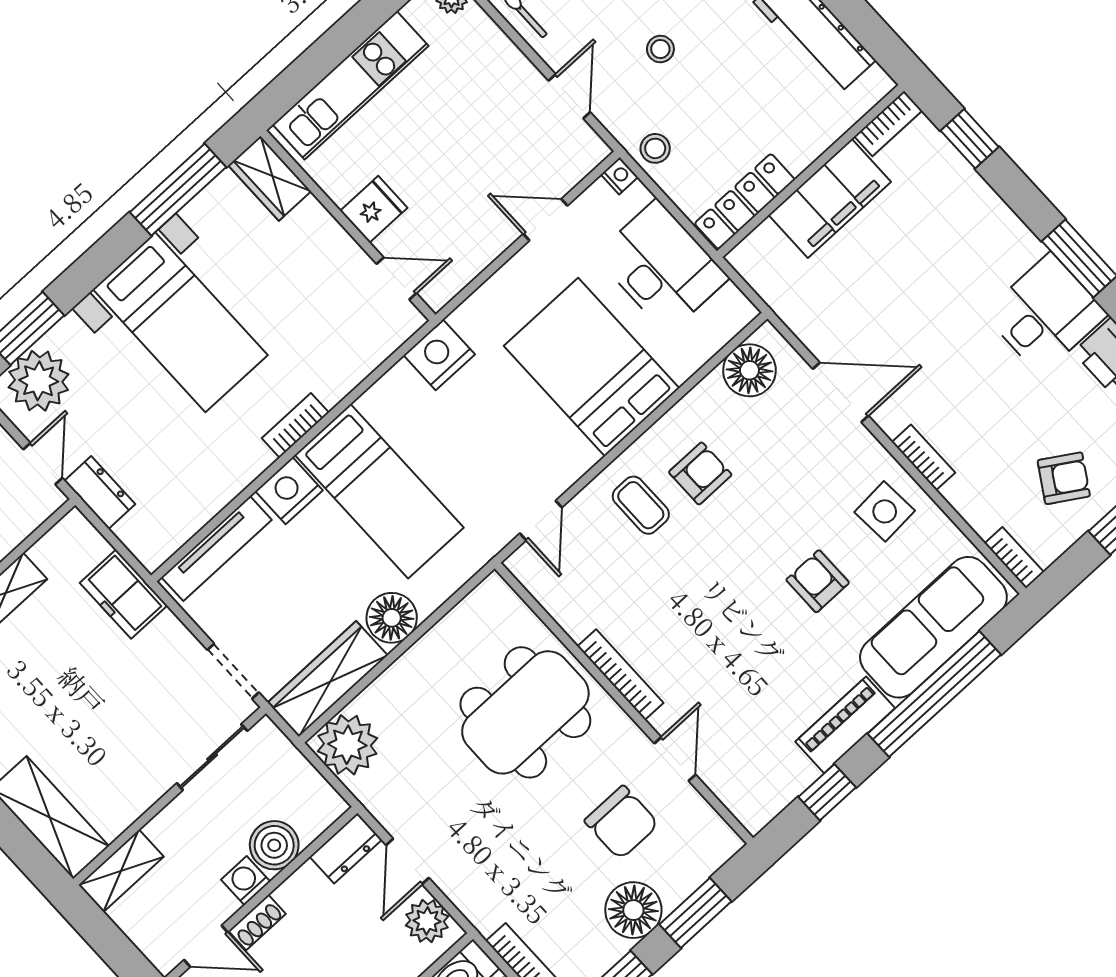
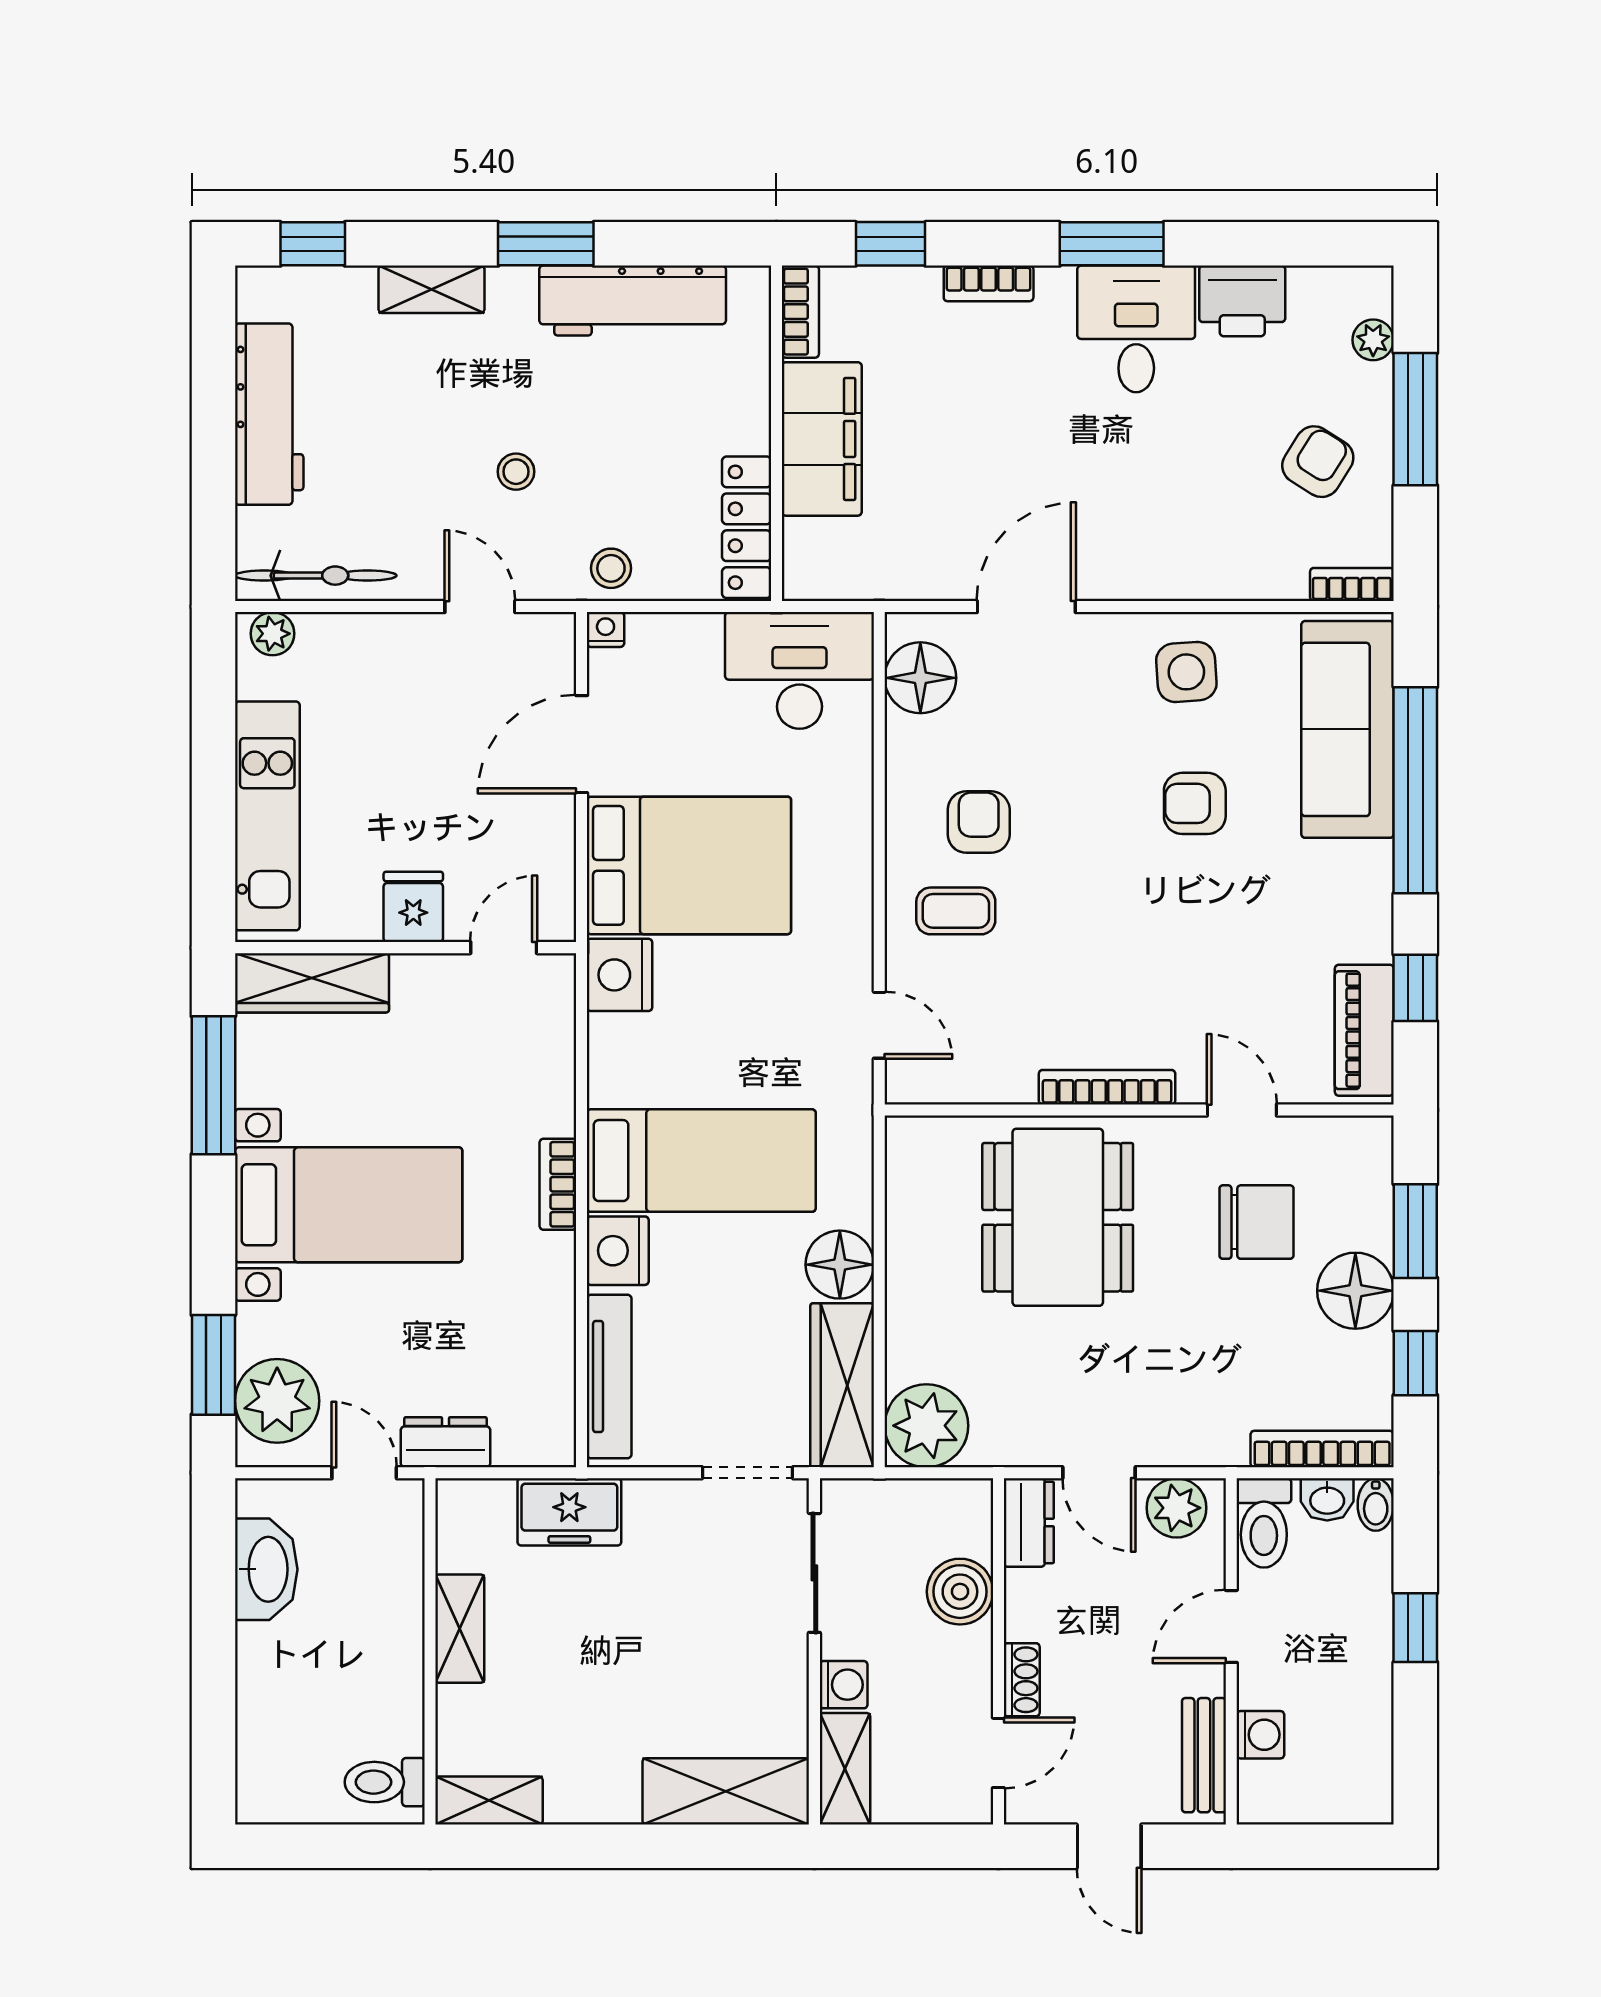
wardrobe: (270, 178) -> (312, 983), width x1.50
door: (545, 220) -> (582, 744), width x1.37
desk: (662, 267) -> (800, 670), moved
bed: (592, 367) -> (689, 865), moved, turned 180
bookcase: (923, 457) -> (989, 283), moved, turned 180
piano: (845, 725) -> (1364, 1030), moved
washing machine: (246, 881) -> (844, 1685), moved, turned 180

